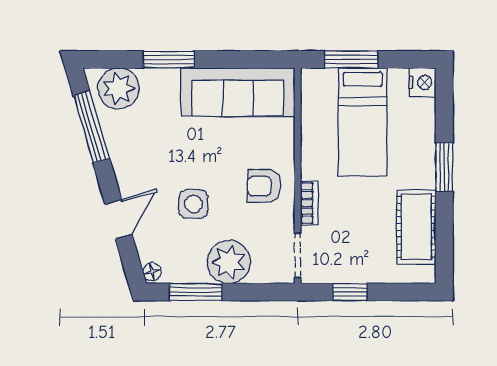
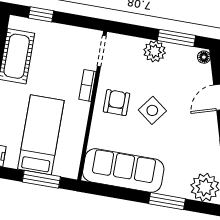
armchair: (264, 186) -> (116, 103), turned -90
side table: (193, 204) -> (152, 110), moved, turned 37
plant: (229, 262) -> (155, 51), width x0.73, depth x0.73
window: (350, 292) -> (41, 14), moved

